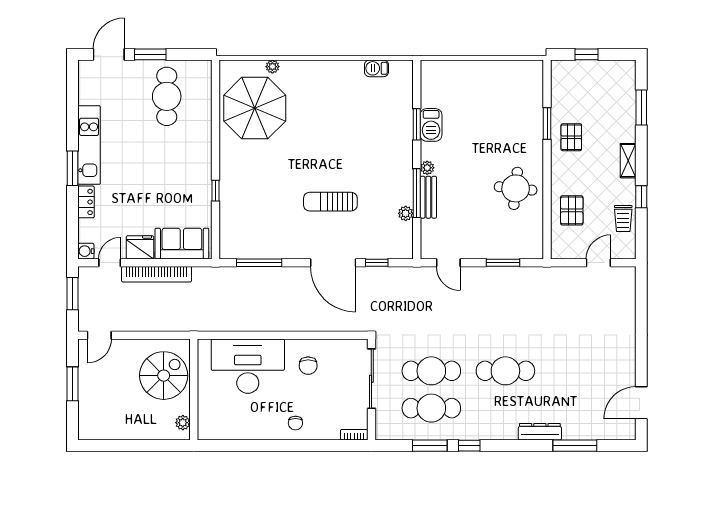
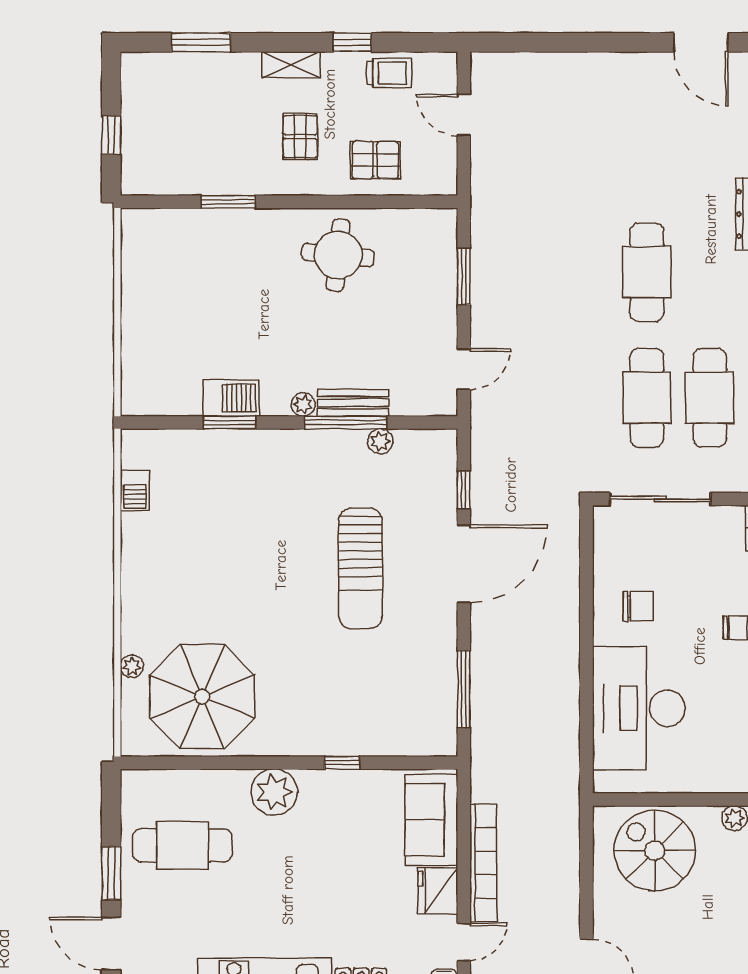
pallet: (571, 137) -> (300, 137), moved, turned 90
plant: (198, 151) -> (274, 792), added
sun lounger: (330, 202) -> (360, 568), width x1.36, depth x1.34
door: (110, 263) -> (464, 942), swing flipped

